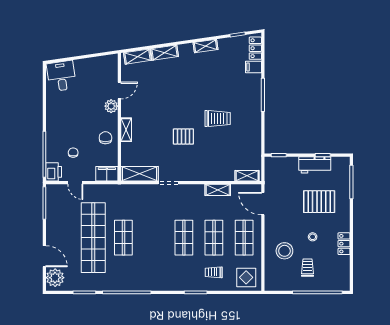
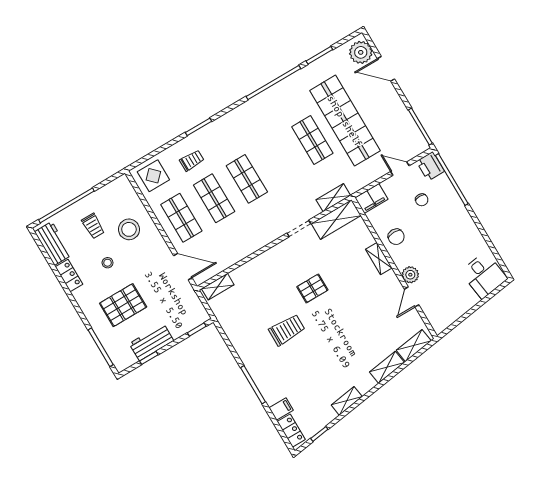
trolley: (218, 118) -> (287, 330), turned 180
shelving: (218, 190) -> (333, 198), moved
workbench: (342, 272) -> (53, 243), added

